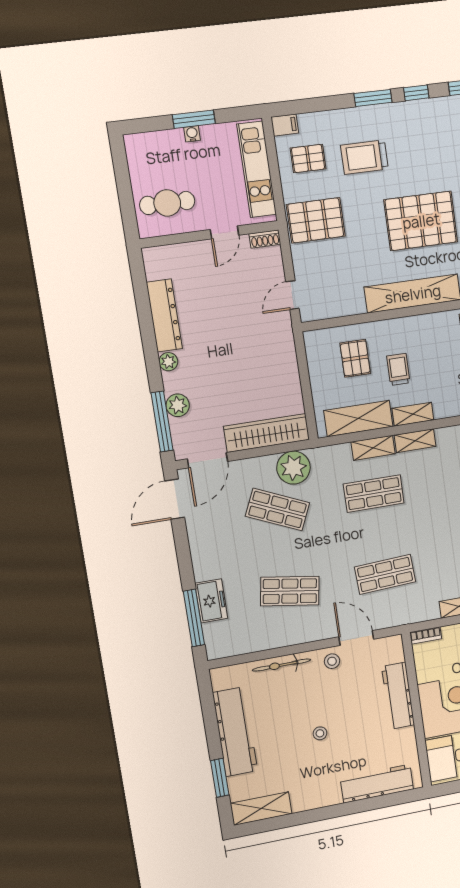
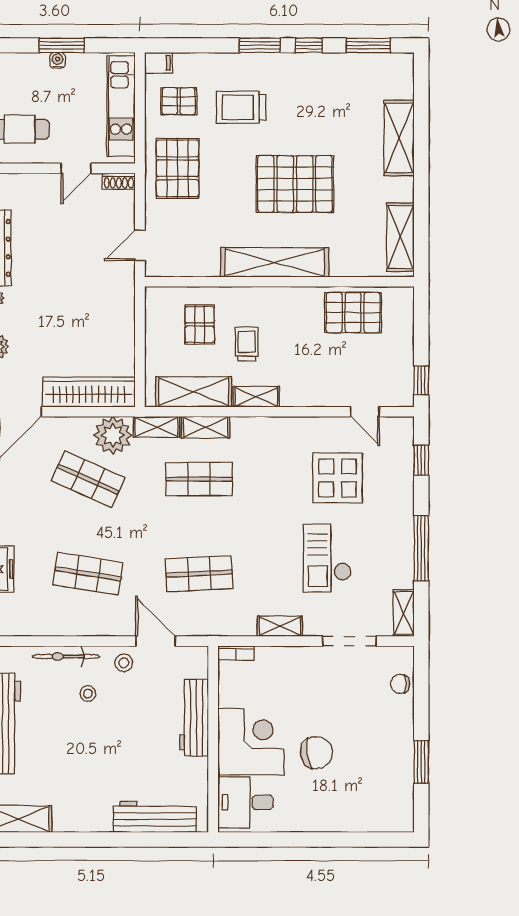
pallet: (316, 220) -> (178, 168), turned 90
shelving: (415, 441) -> (156, 427), moved
stool: (320, 733) -> (88, 694), moved

